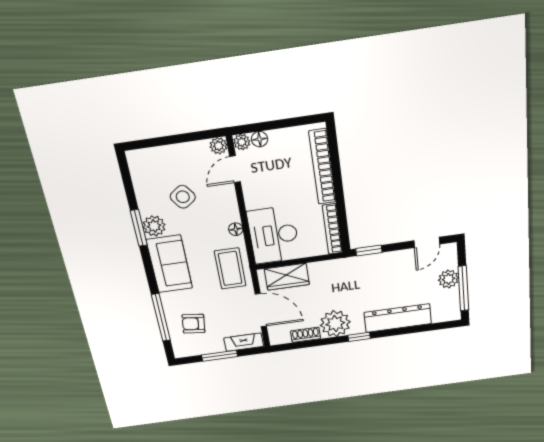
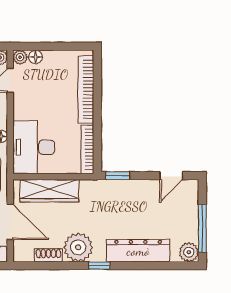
wardrobe: (287, 277) -> (49, 191), width x1.50
plant: (448, 279) -> (189, 252), moved

